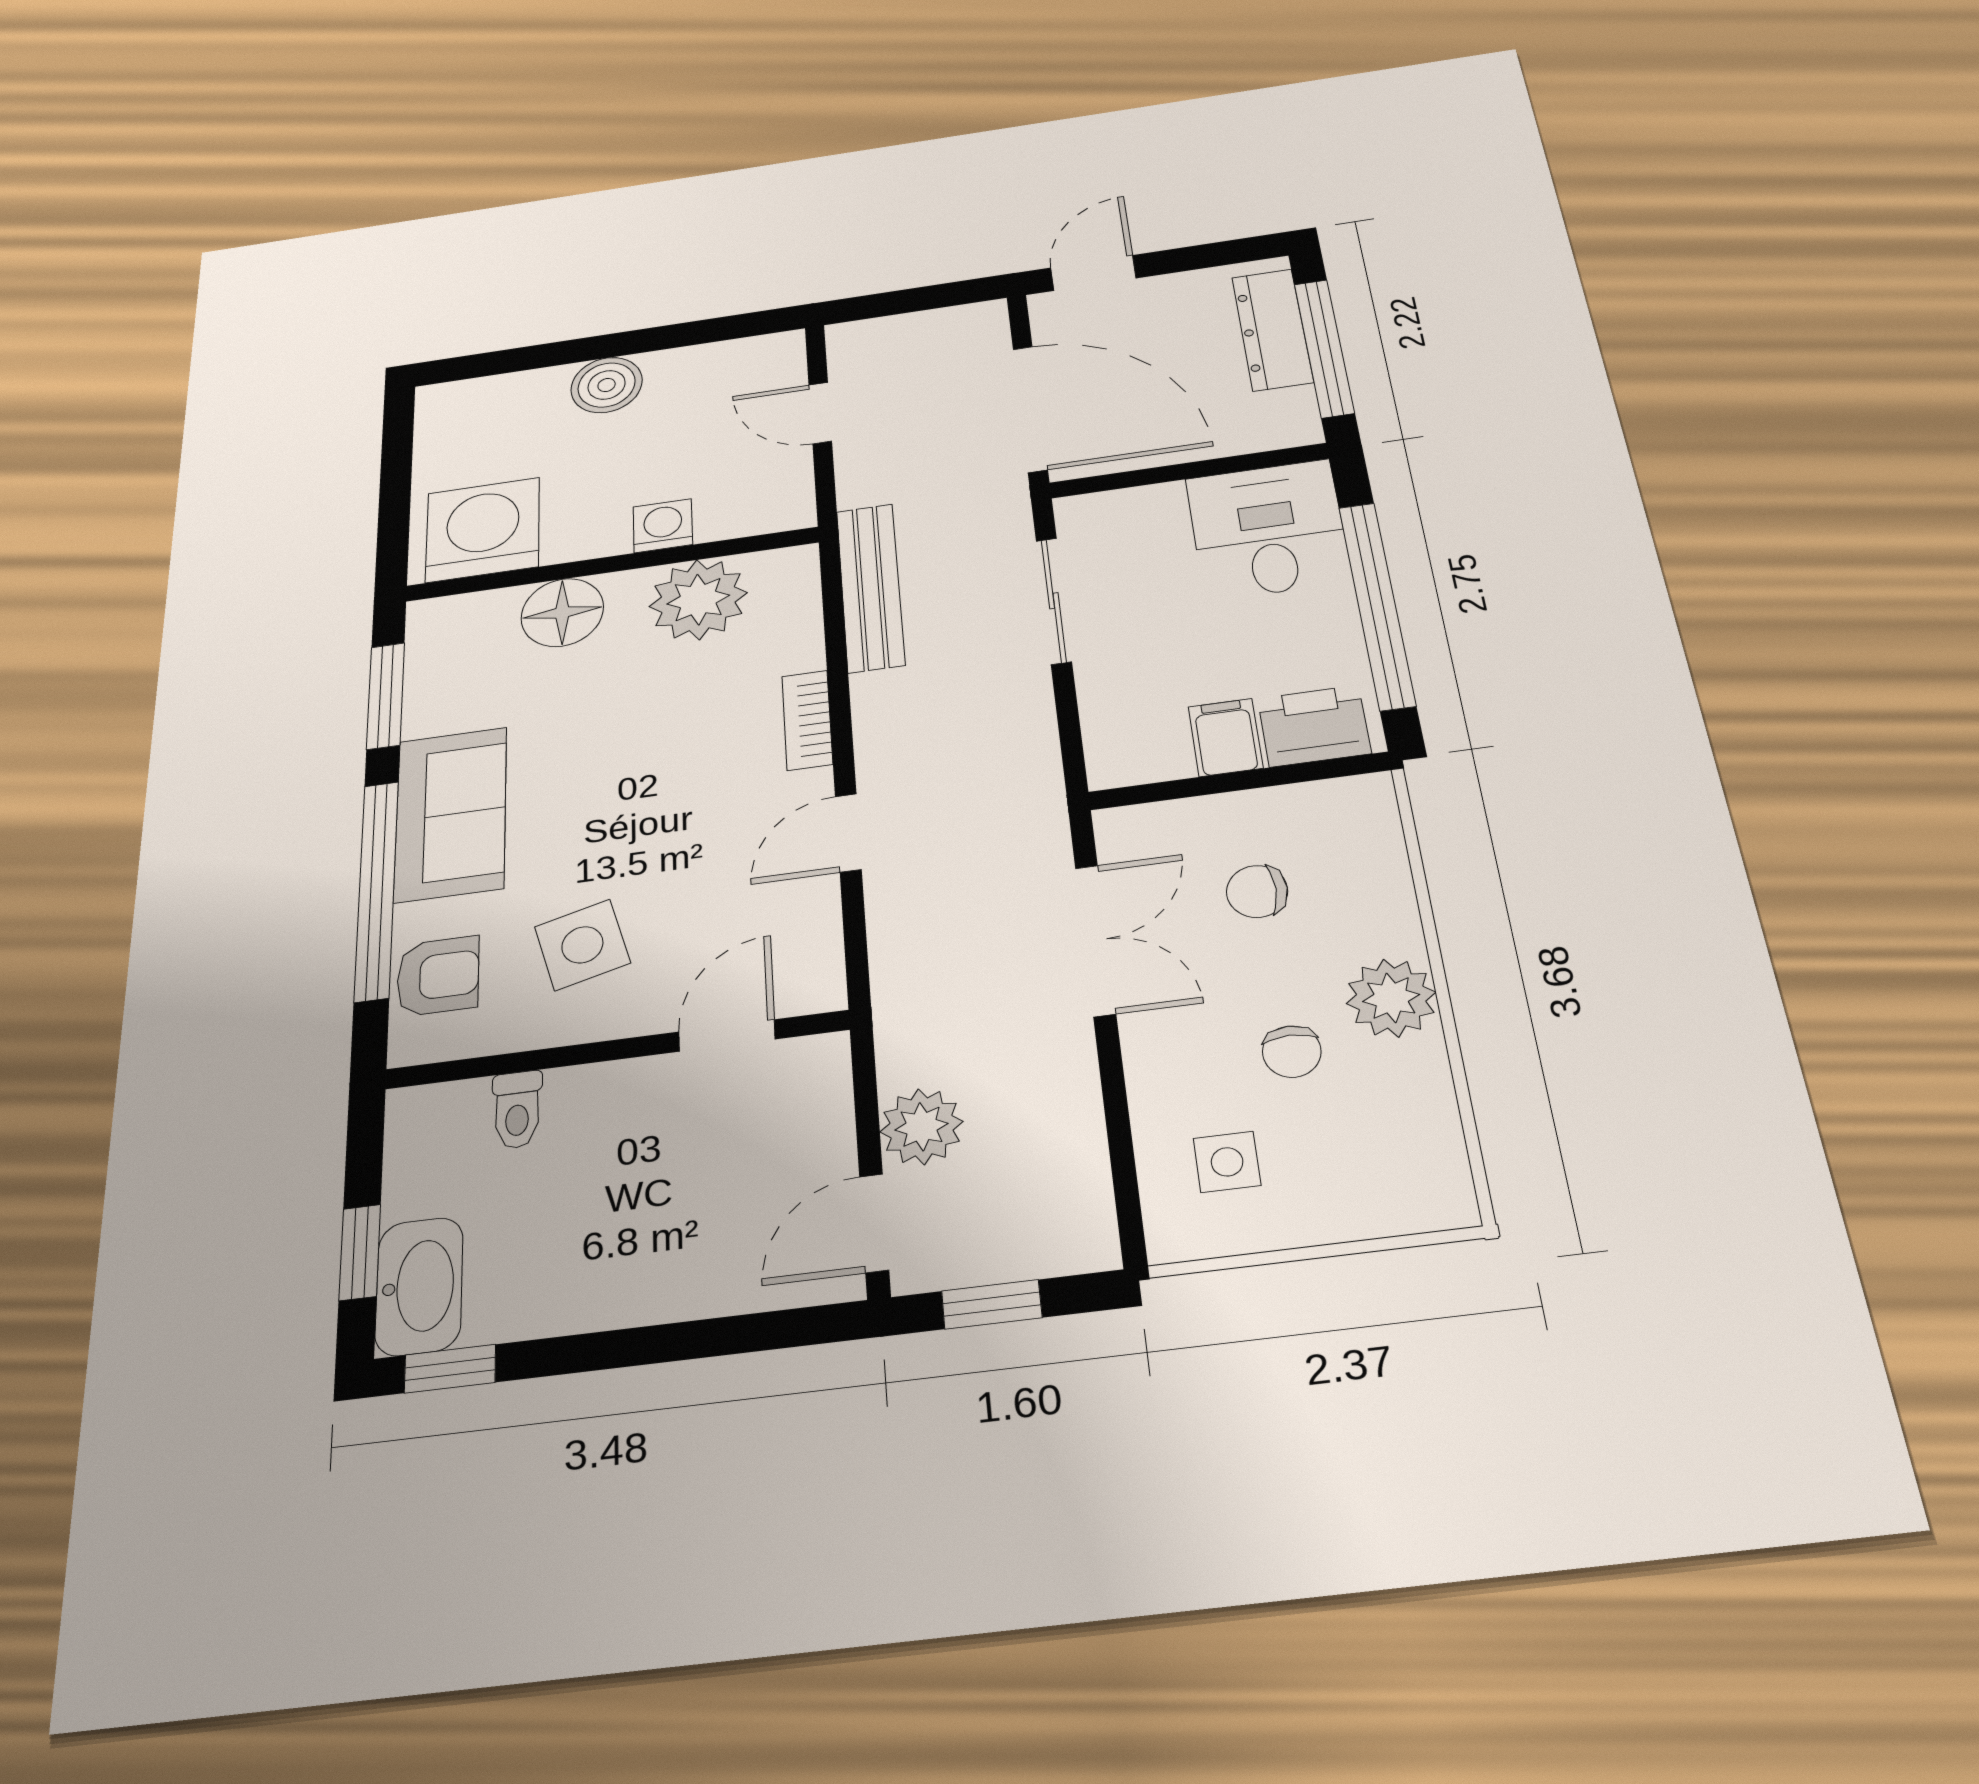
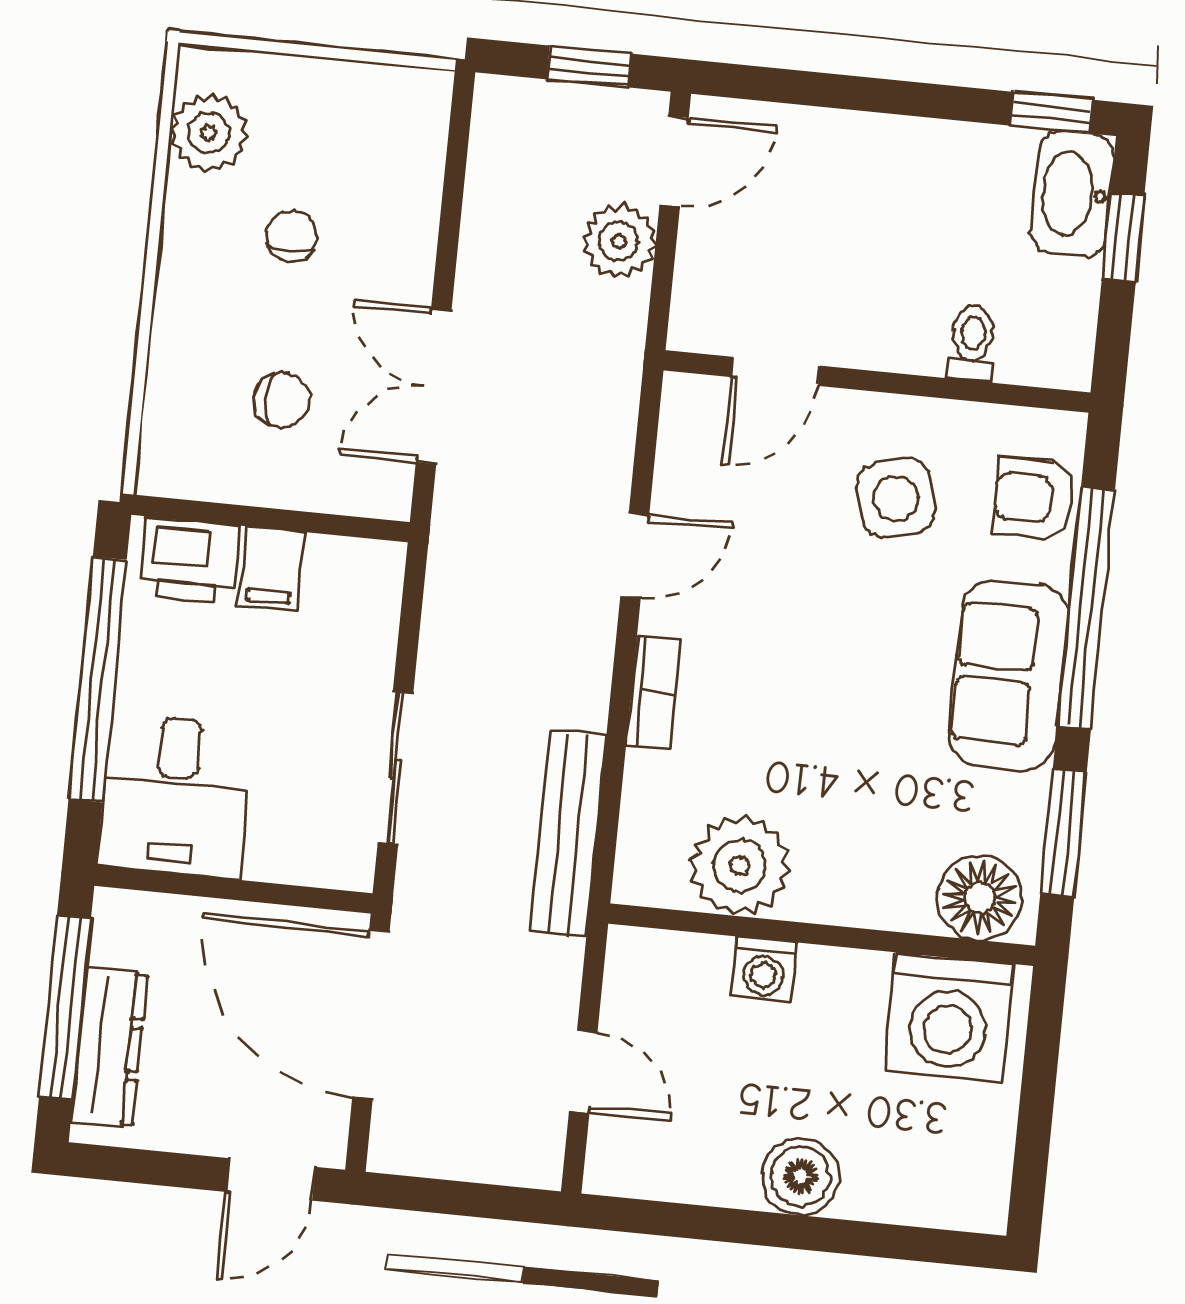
floor lamp: (562, 612) -> (980, 898), moved
plant: (1391, 998) -> (209, 133), moved
side table: (1227, 1162) -> (369, 148), removed

